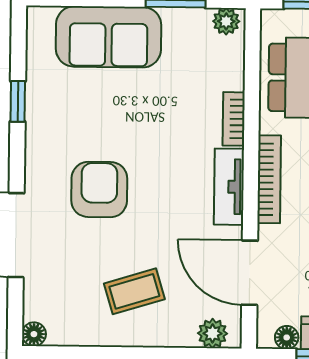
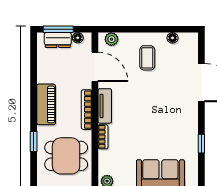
armchair: (99, 189) -> (164, 104), removed
coffee table: (134, 291) -> (147, 58), turned -73
floor lamp: (34, 334) -> (172, 38), moved

